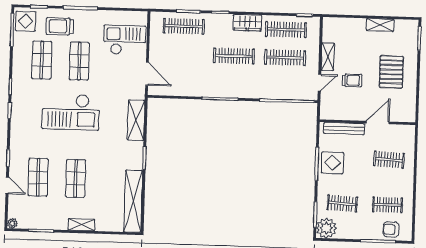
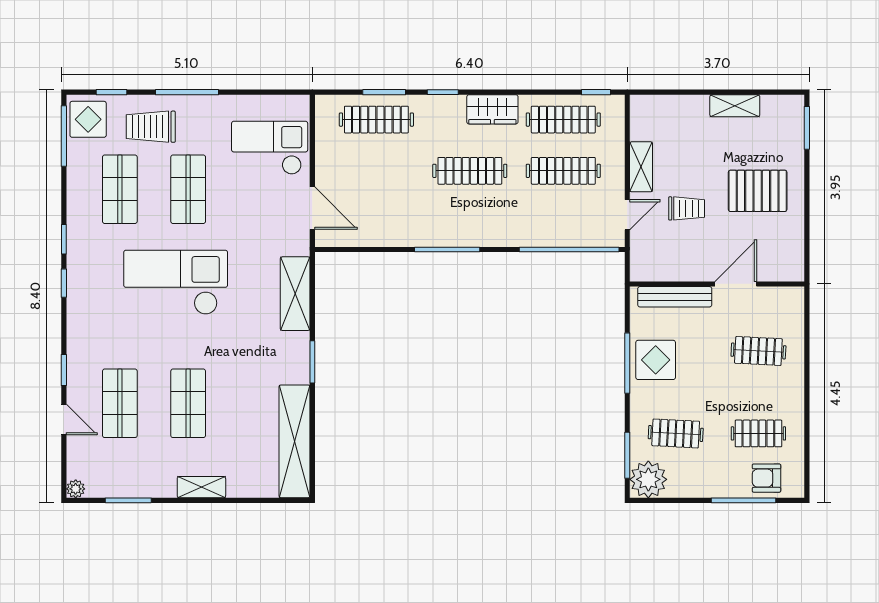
pallet: (391, 72) -> (758, 191), turned 90
checkout: (71, 112) -> (176, 282), turned 180

